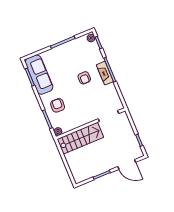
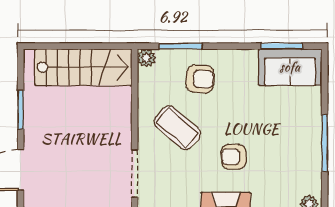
sofa: (39, 75) -> (290, 67), width x0.73
coffee table: (82, 106) -> (177, 128), added
stairs: (80, 138) -> (83, 67), moved, turned -90

